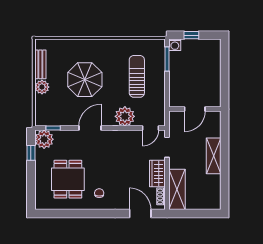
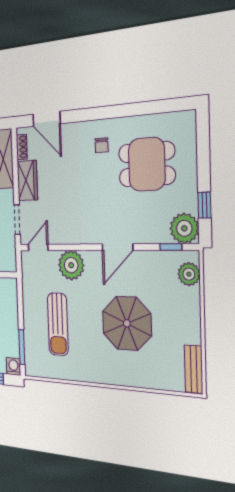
bench: (40, 64) -> (194, 369), moved
plant: (42, 87) -> (189, 274), moved
dining table: (68, 179) -> (147, 164), turned 90

